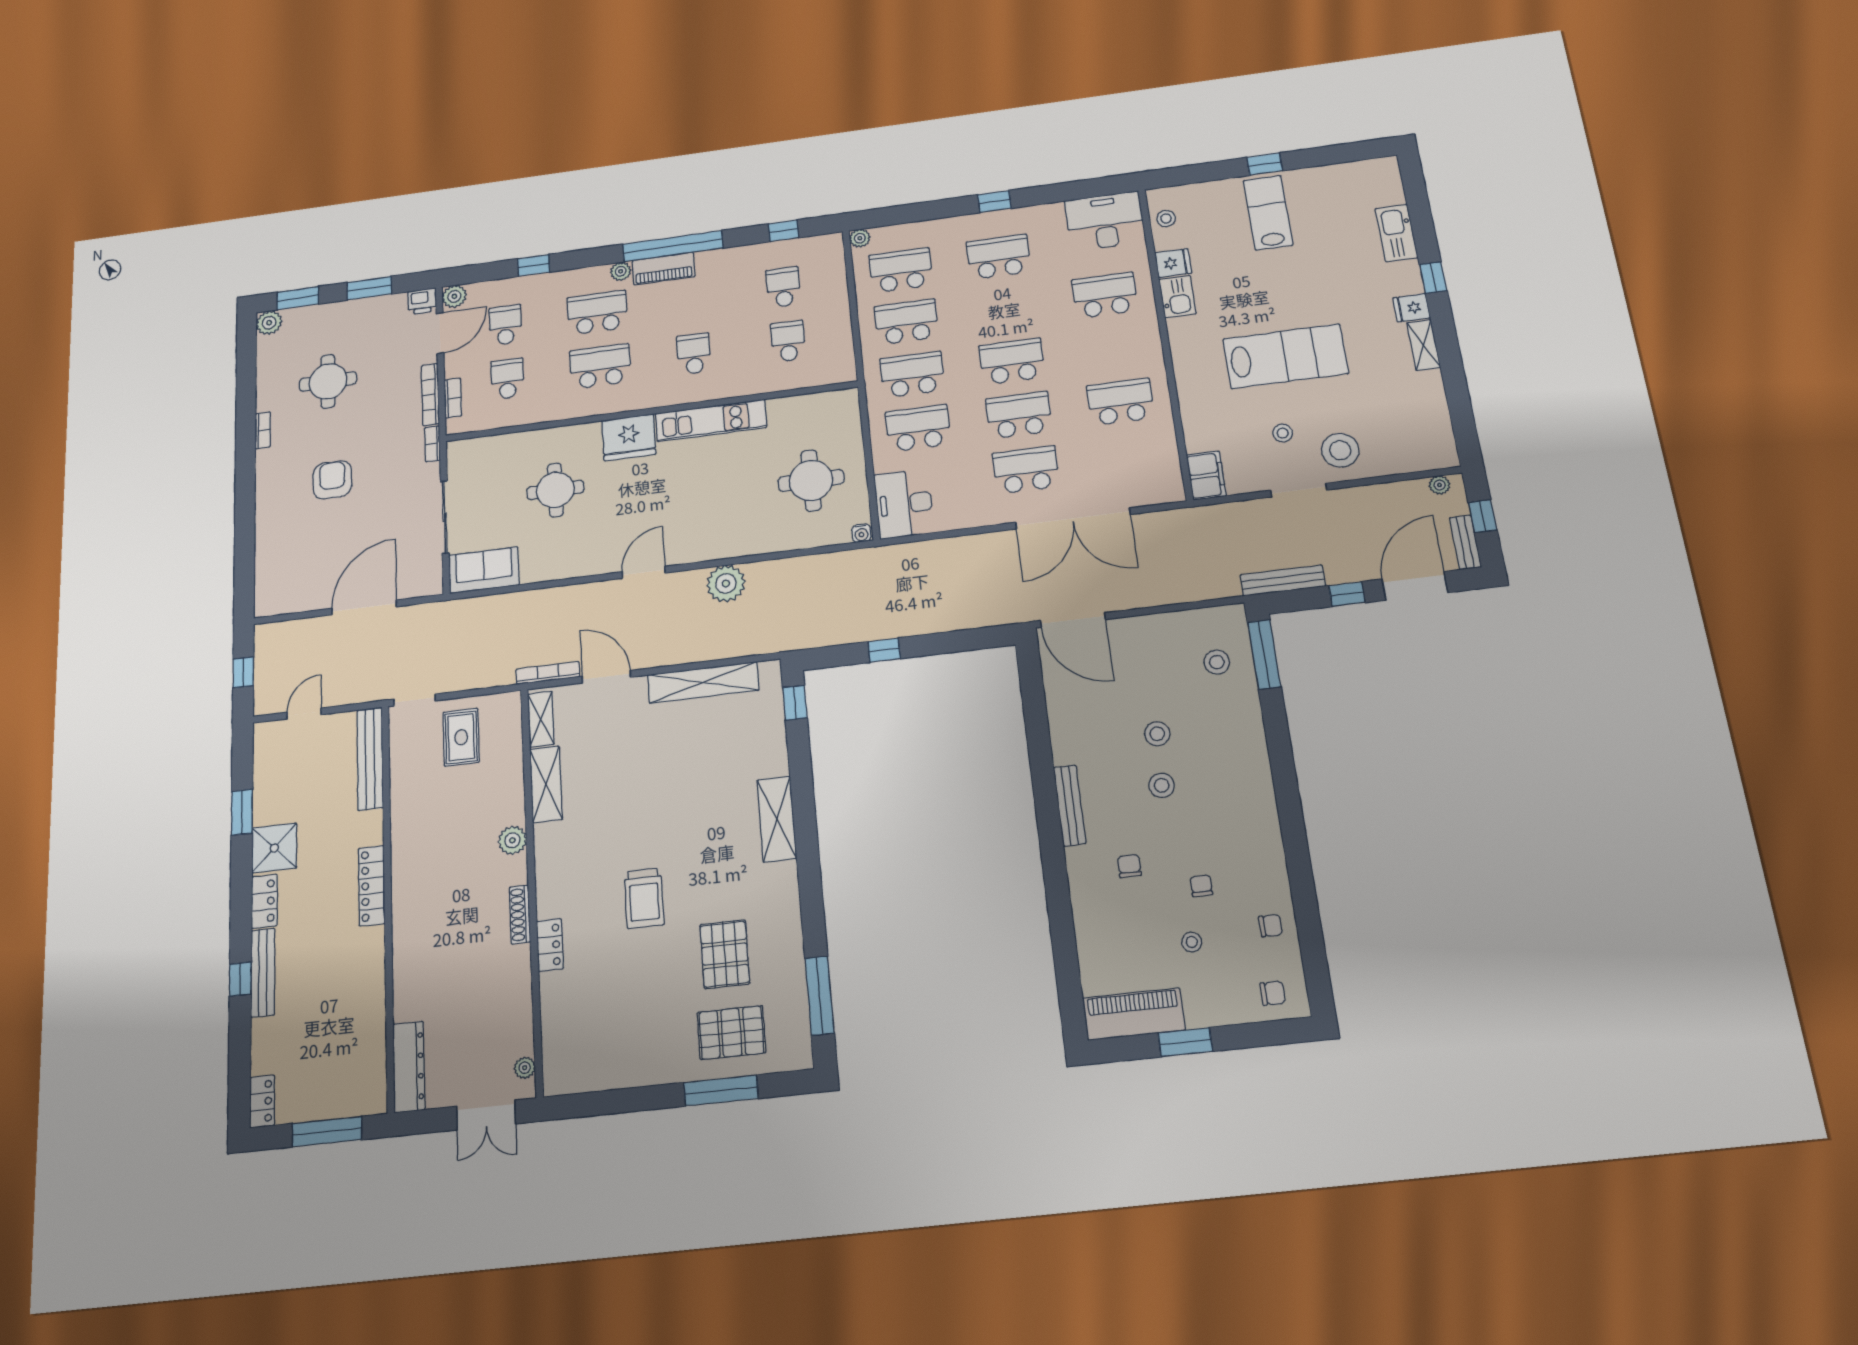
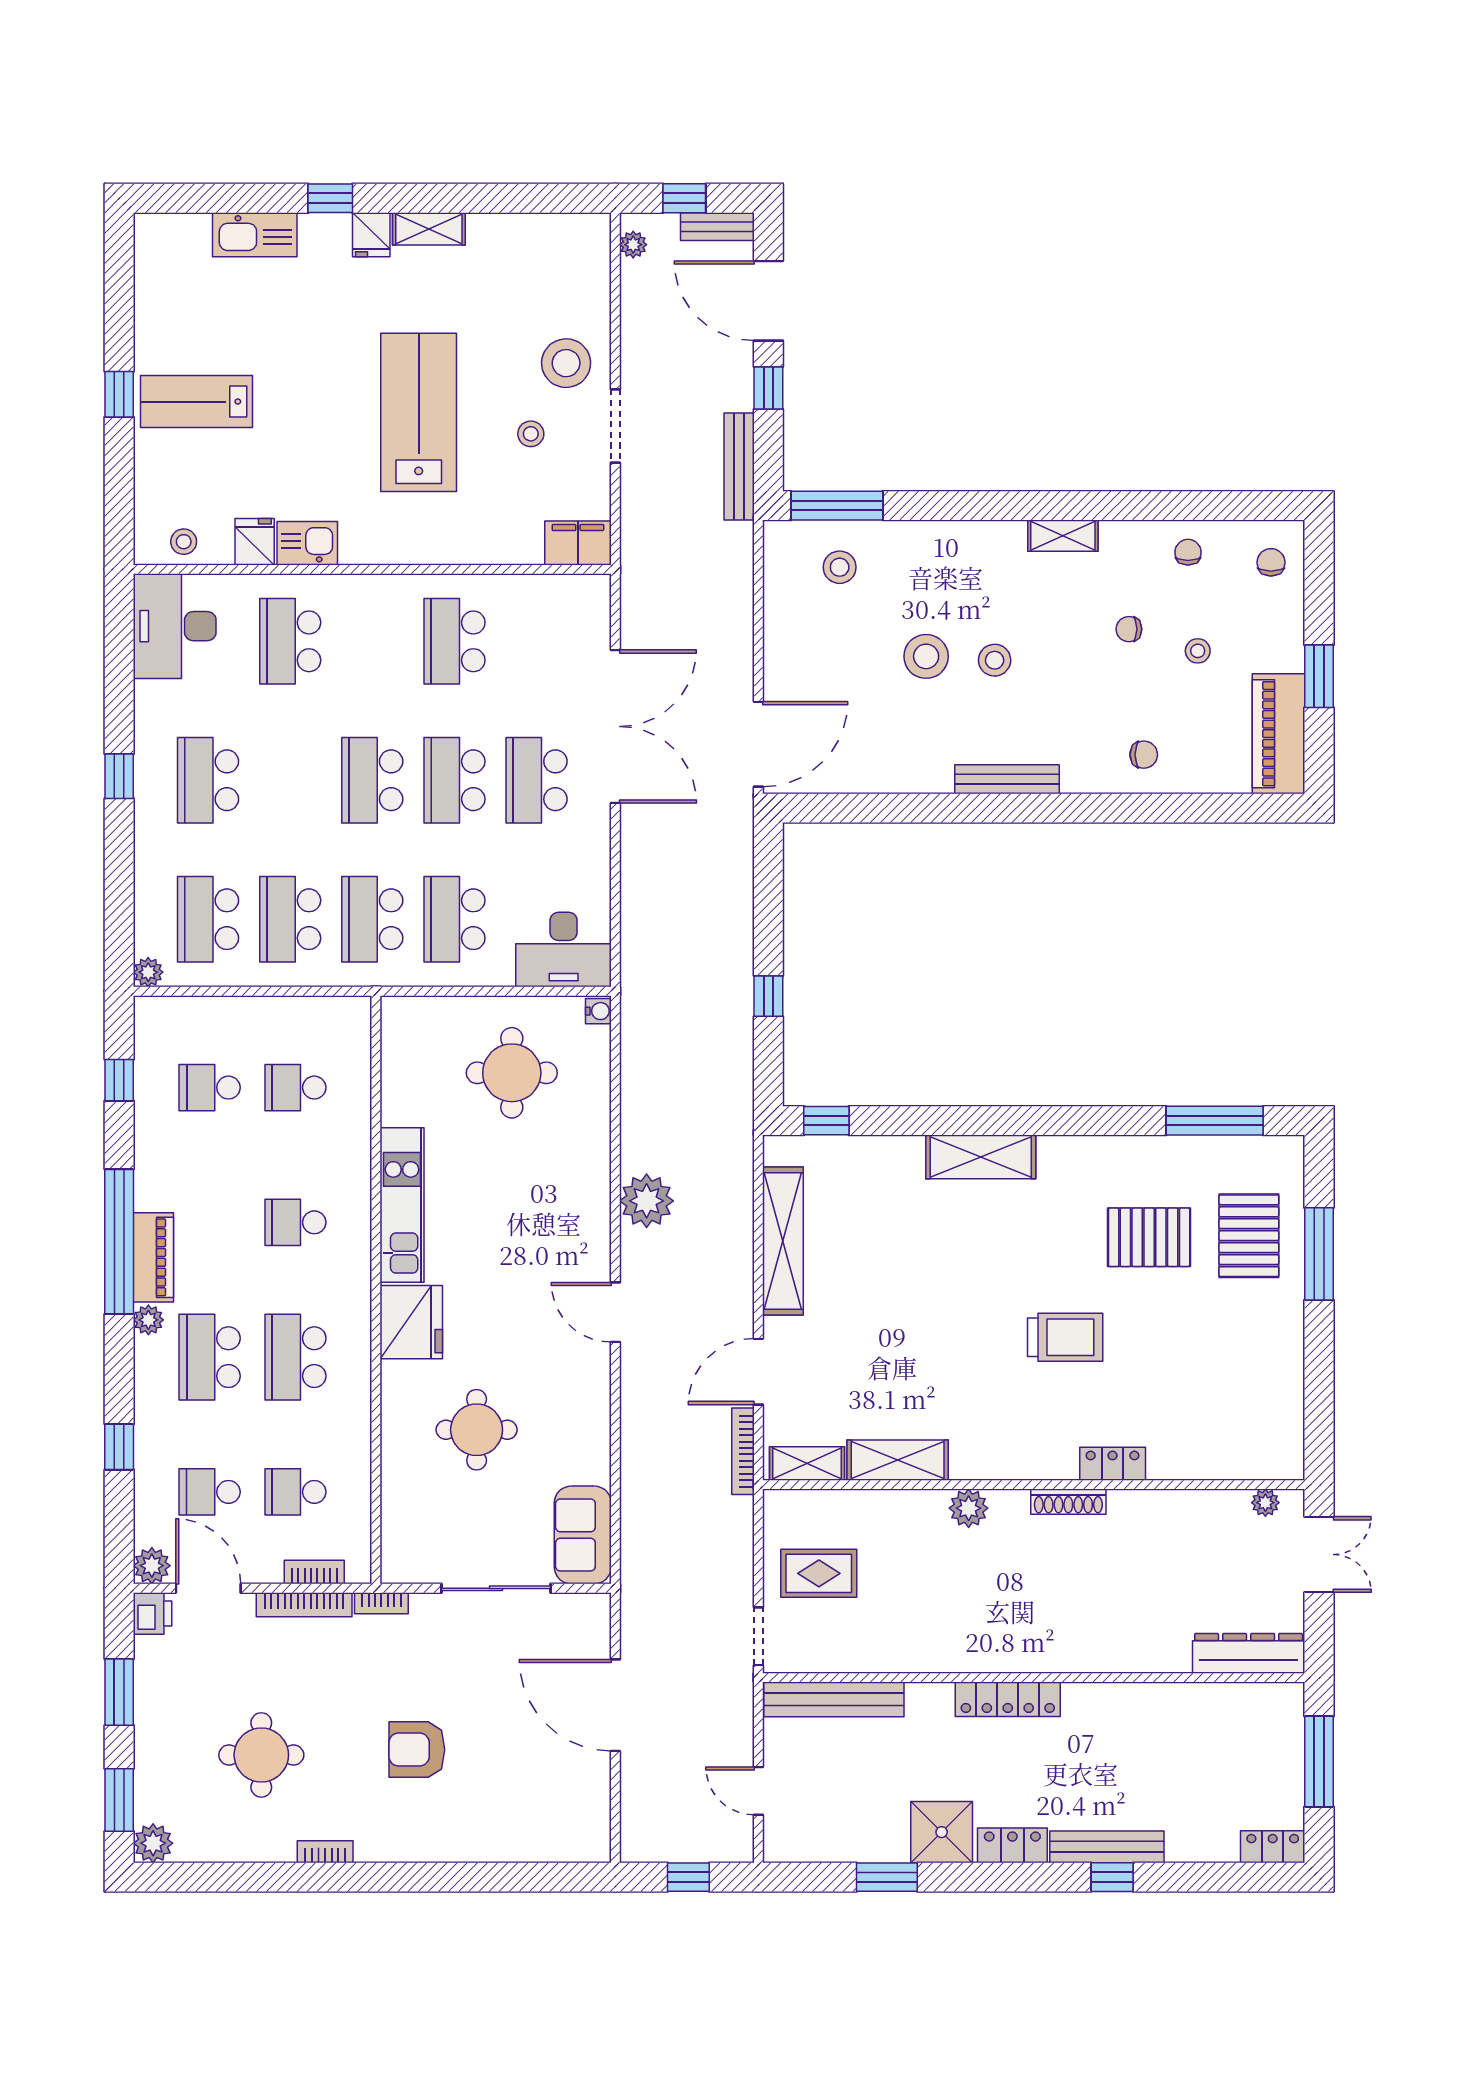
stool: (1157, 734) -> (926, 656), width x1.38, depth x1.38
shelving: (1268, 826) -> (1063, 536), added
chair: (1129, 866) -> (1144, 755), moved, turned 180

